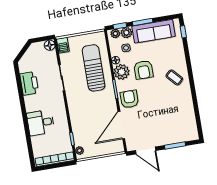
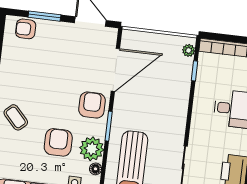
armchair: (129, 99) -> (92, 105), turned 180
armchair: (184, 134) -> (26, 29), added

